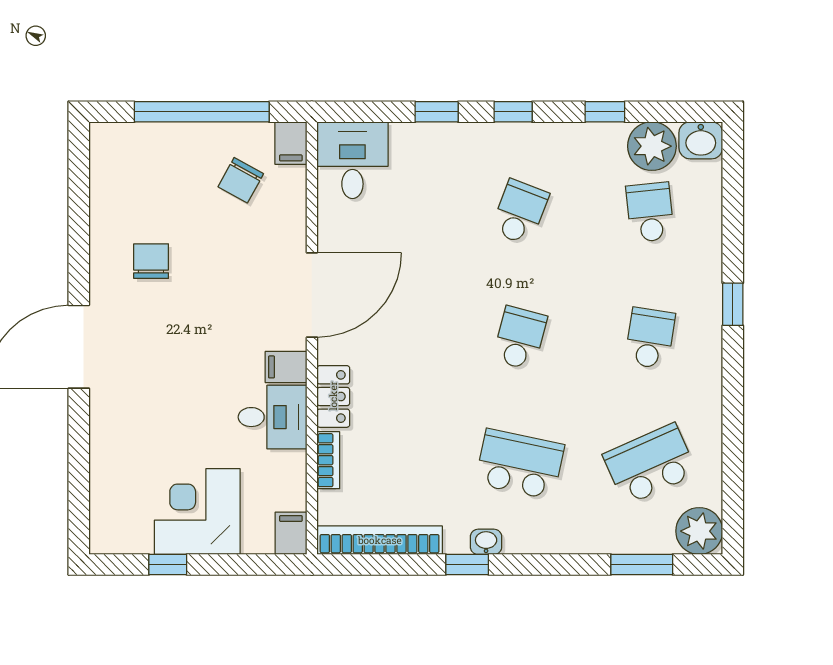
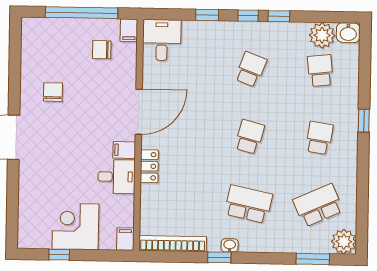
window: (605, 112) -> (279, 16), moved
chair: (241, 180) -> (102, 50), turned 61
bookcase: (328, 460) -> (146, 200), removed

